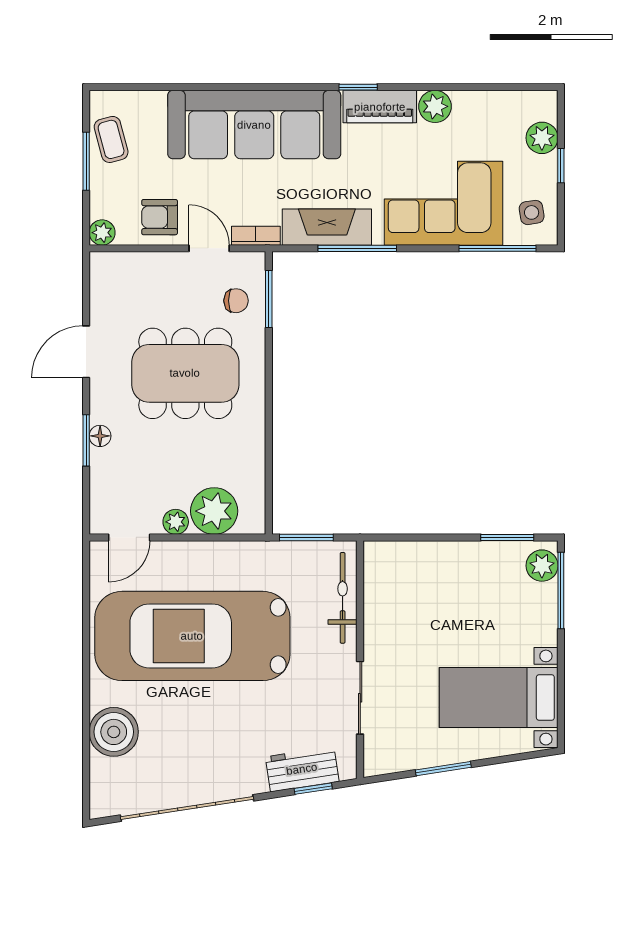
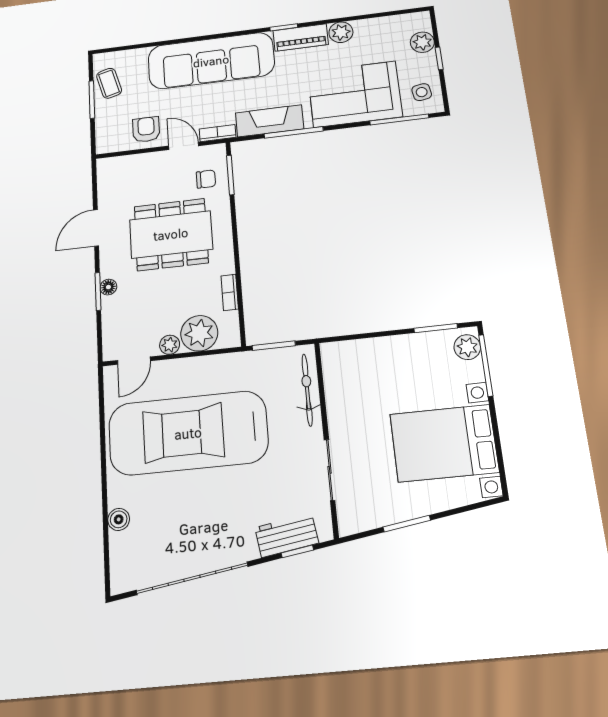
armchair: (160, 217) -> (146, 129), turned 90
plant: (102, 233) -> (105, 145), removed
bookcase: (256, 462) -> (230, 292), added
bed with nightstands: (499, 698) -> (444, 443), width x1.36
boiler: (114, 732) -> (119, 519), width x0.54, depth x0.54

